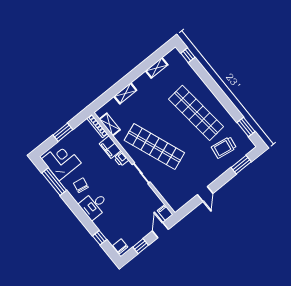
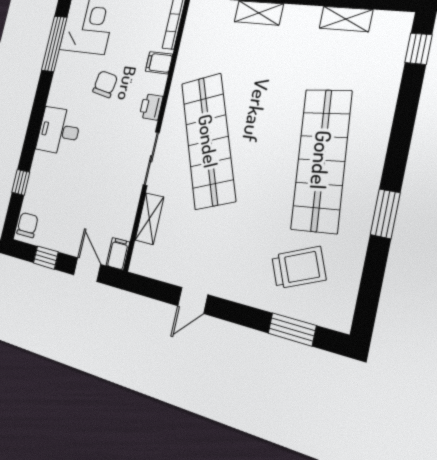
shelving: (110, 124) -> (149, 219), moved
window: (246, 127) -> (385, 214), moved
filing cabinet: (110, 147) -> (159, 63), width x0.50
trolley: (224, 147) -> (299, 268), turned 148
chair: (81, 185) -> (105, 84), moved
door: (160, 230) -> (87, 270), hinge flipped

